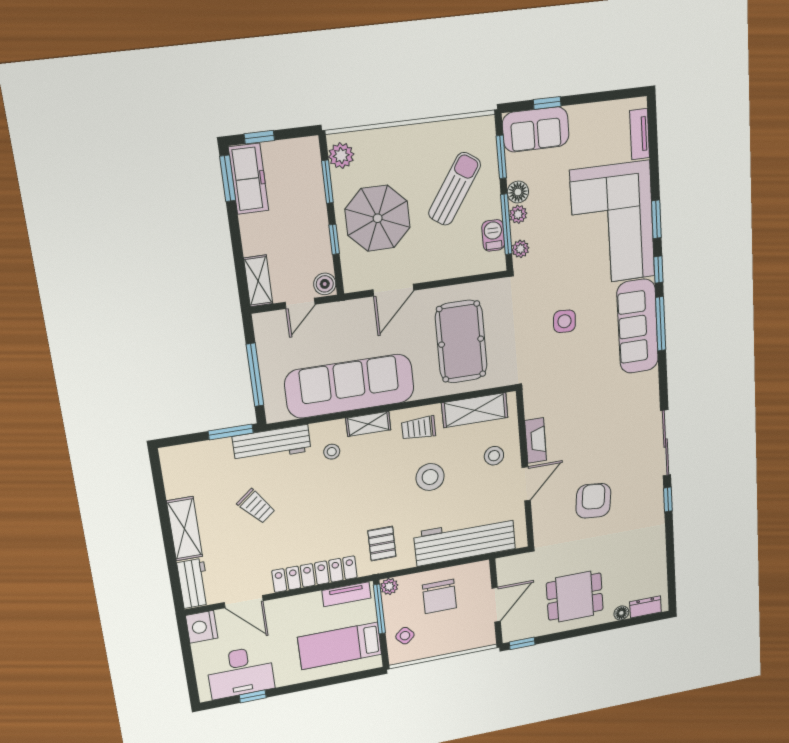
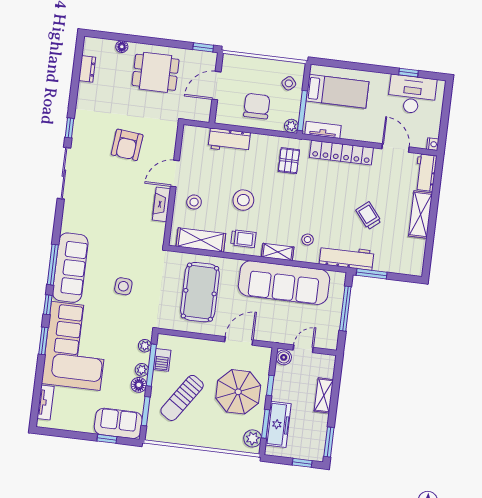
freezer: (249, 179) -> (278, 424), moved, turned 180
shelving: (258, 281) -> (324, 395), moved
workbench: (465, 541) -> (229, 140), width x0.53, depth x0.76
dresser: (645, 607) -> (87, 69), moved, turned -90
nightstand: (202, 627) -> (433, 144), width x0.53, depth x0.56

